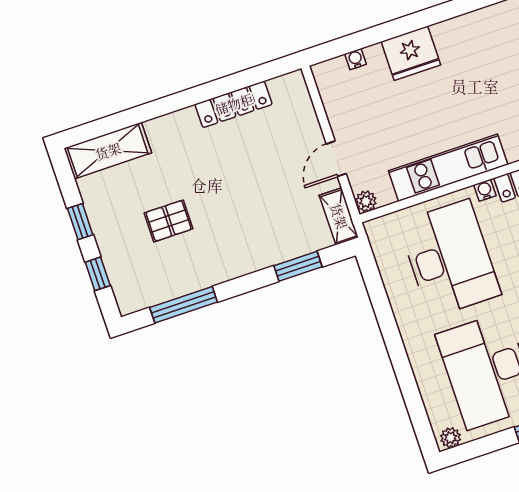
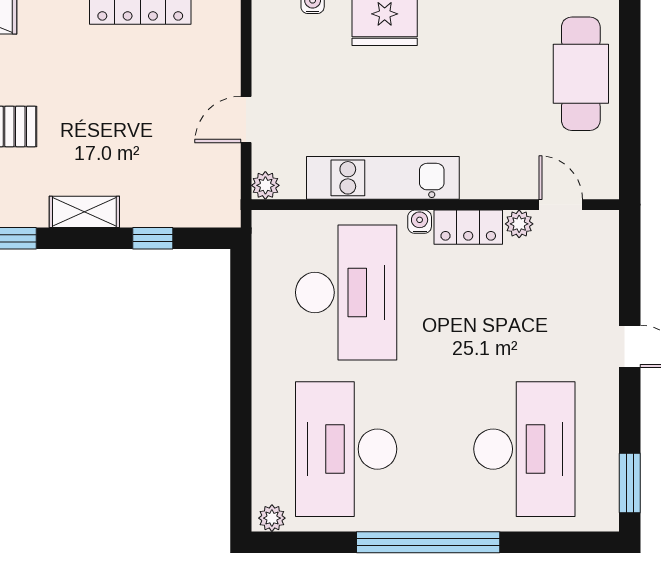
shelving: (339, 216) -> (84, 212), moved, turned 90
window: (298, 266) -> (153, 238), width x0.67

